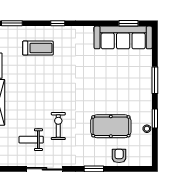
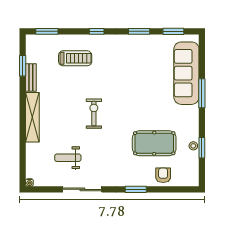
window: (97, 23) -> (139, 31), added
sofa: (123, 37) -> (186, 73), moved, turned 90
window: (155, 118) -> (202, 148), moved
exercise bike: (58, 126) -> (94, 114), moved

